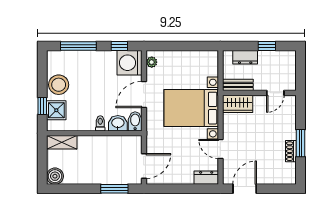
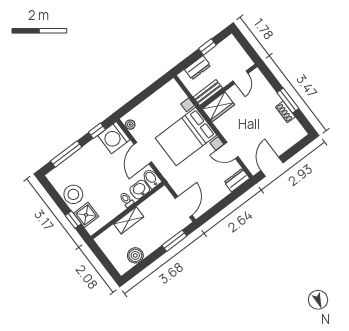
shelving: (62, 142) -> (129, 220), moved
boiler: (55, 176) -> (135, 255), moved

